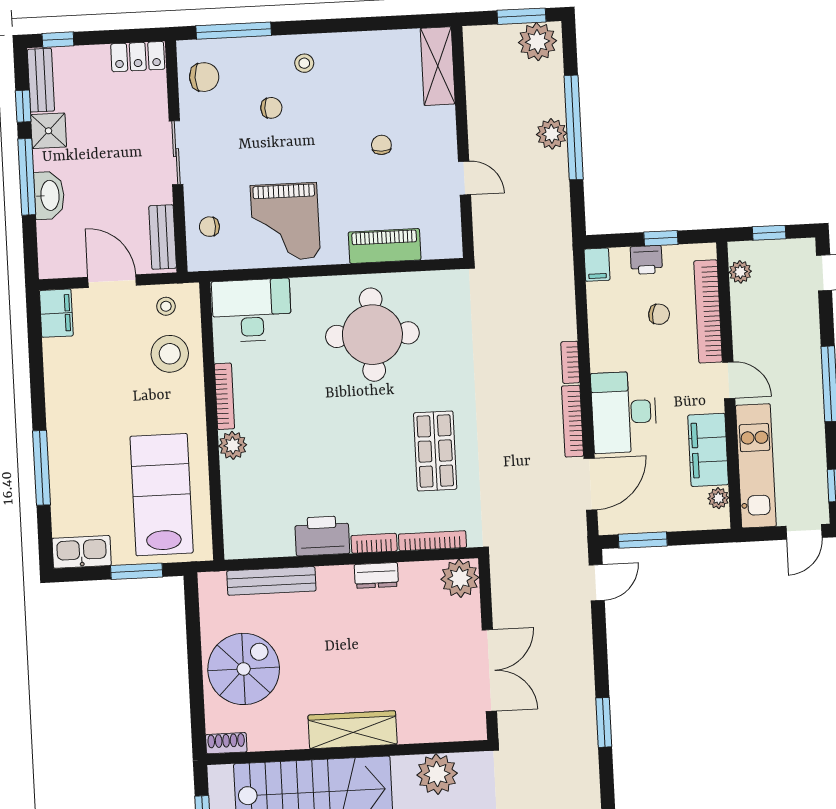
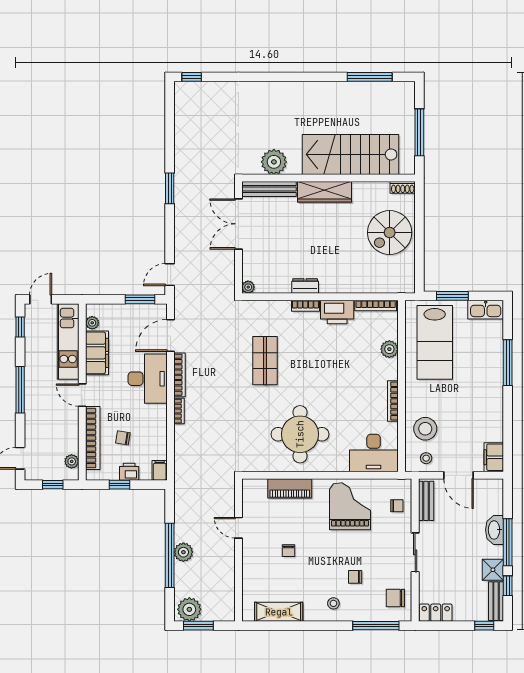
shelving: (438, 66) -> (279, 612), moved, turned 90
plant: (233, 445) -> (389, 349), moved
bookcase: (432, 541) -> (376, 306), moved
plant: (460, 578) -> (248, 287), width x0.53, depth x0.53
bench: (271, 581) -> (269, 189), moved

